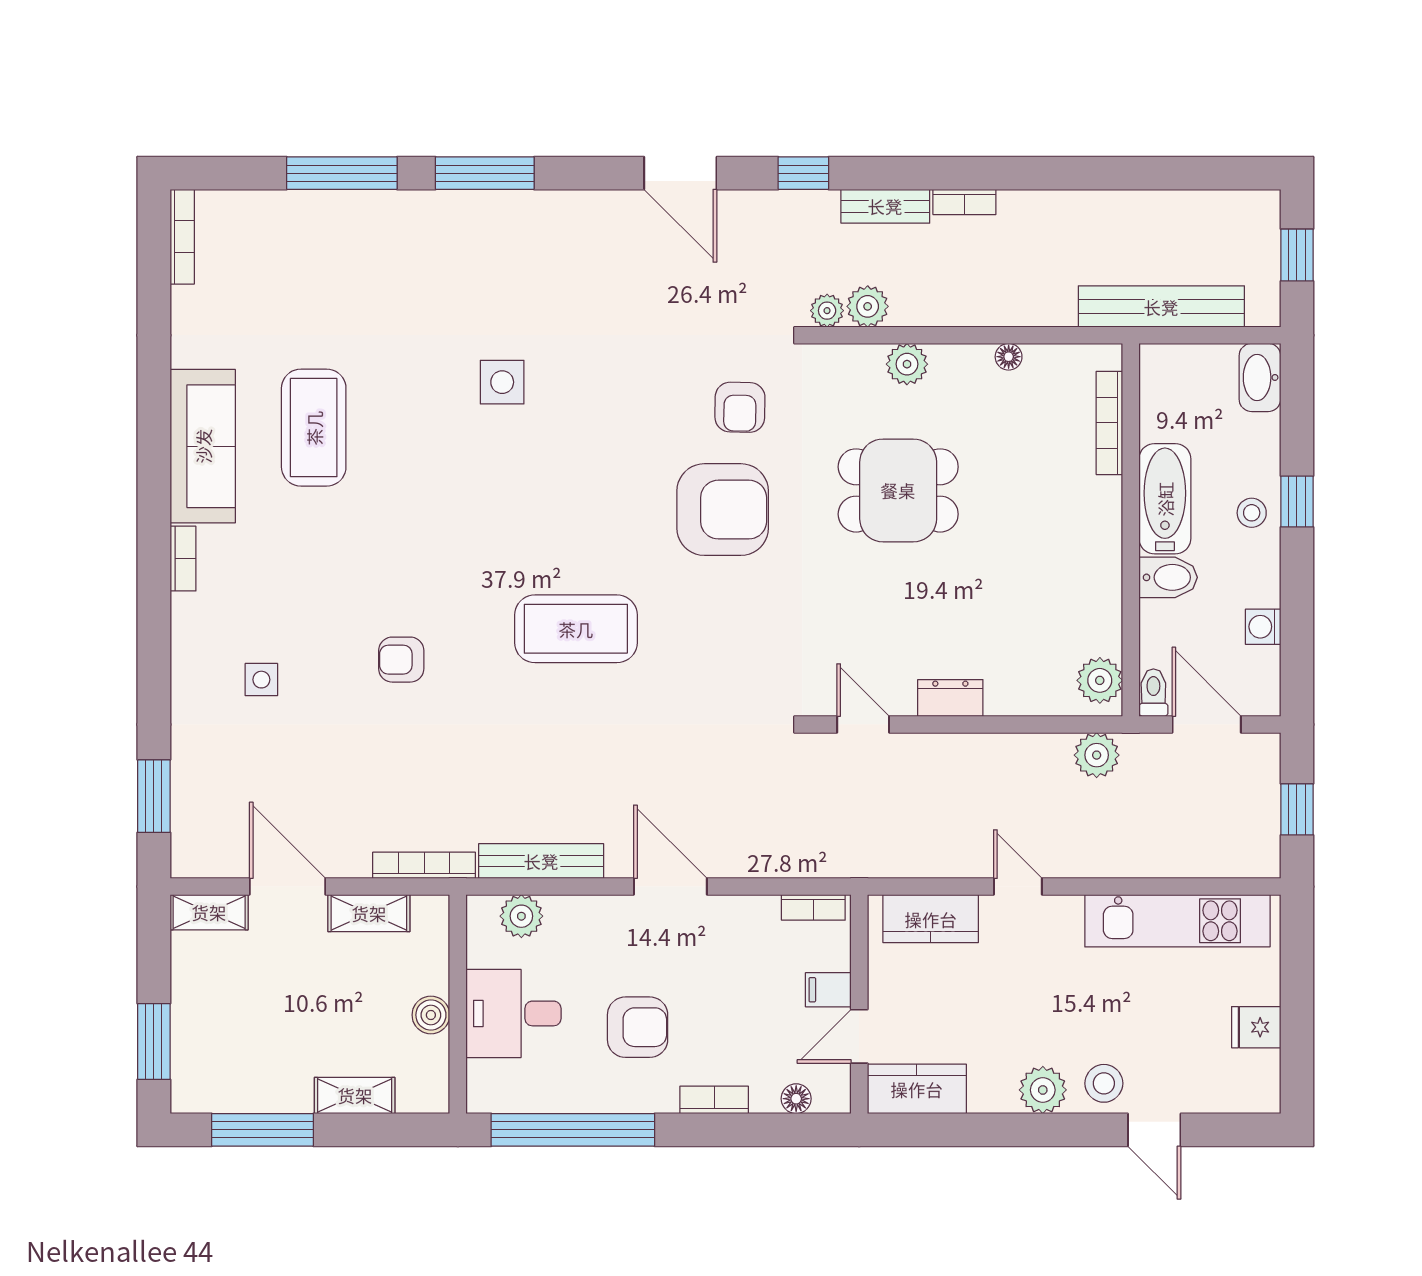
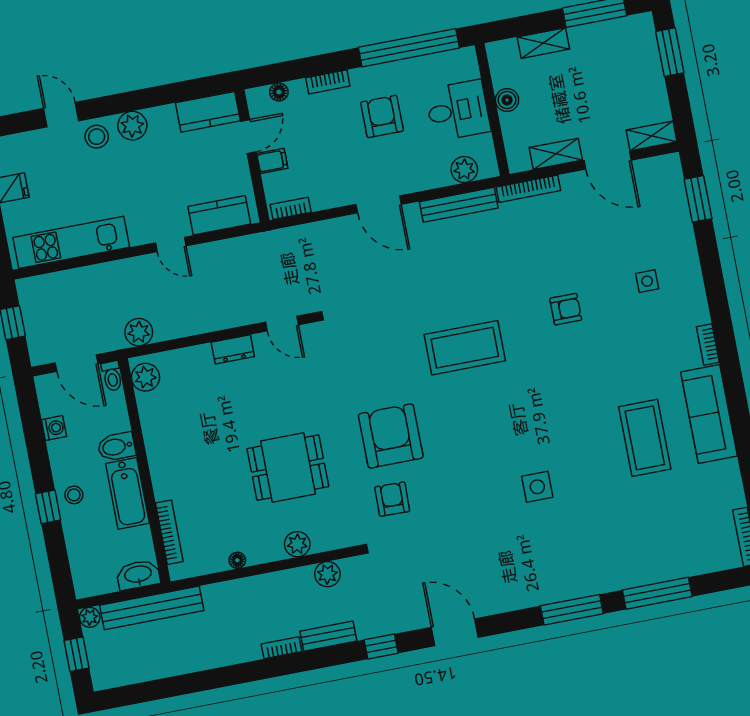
plant: (827, 311) -> (90, 617), moved
washbasin: (1260, 377) -> (138, 575), moved, turned -90
armchair: (723, 510) -> (391, 436), turned 90
armchair: (638, 1027) -> (382, 116), turned 90

